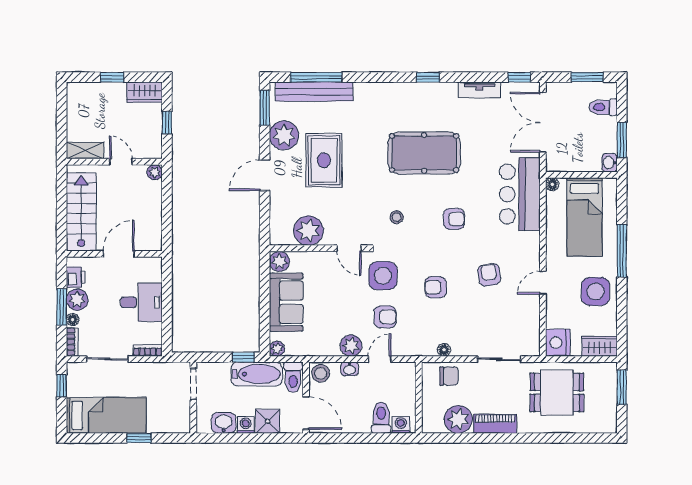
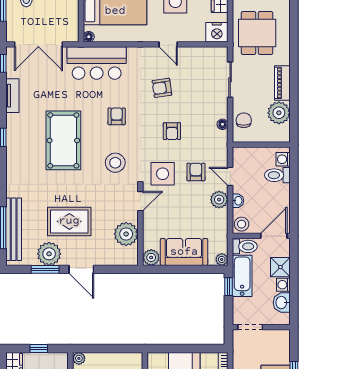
window: (265, 108) -> (45, 269), moved
stool: (397, 217) -> (115, 163), width x1.89, depth x1.89

